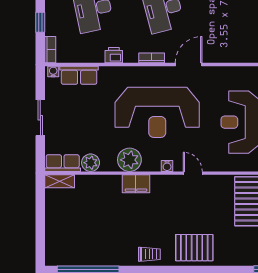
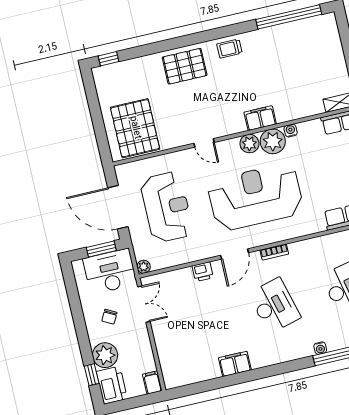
printer: (114, 55) -> (203, 272), moved
plant: (91, 163) -> (249, 144), moved
water cooler: (167, 166) -> (291, 131), moved

